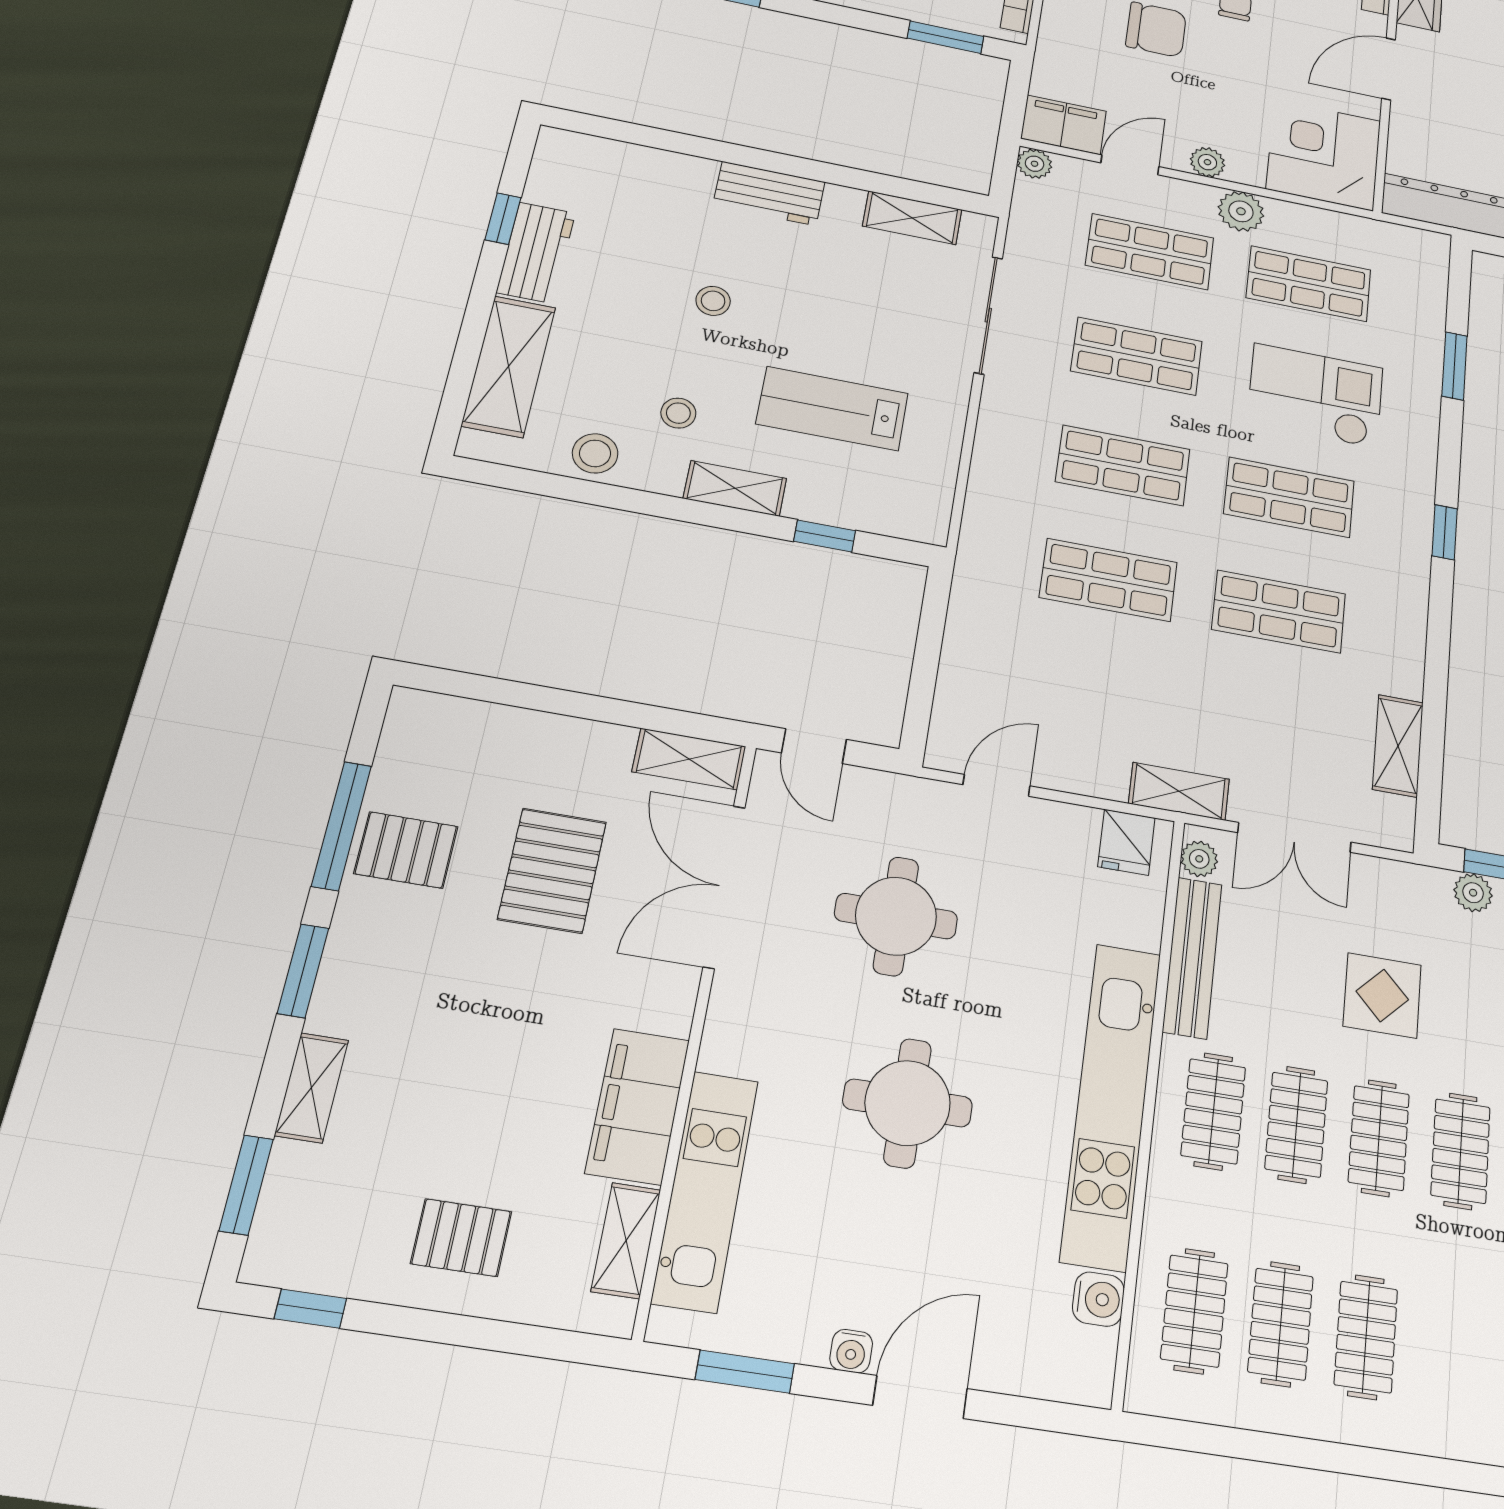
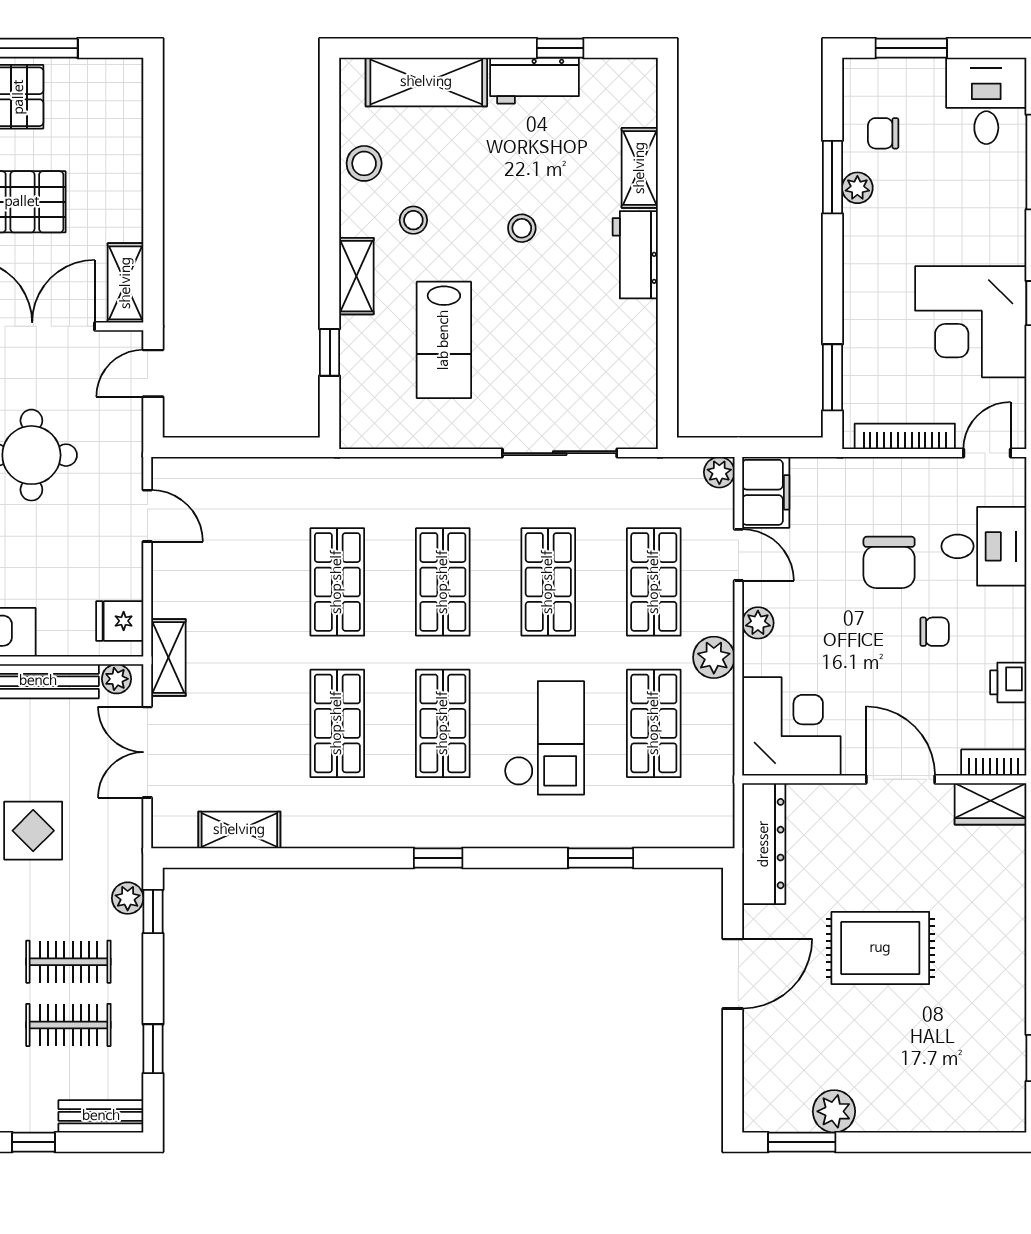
shelving: (912, 218) -> (640, 168), moved
lab bench: (832, 409) -> (444, 340), turned 180

